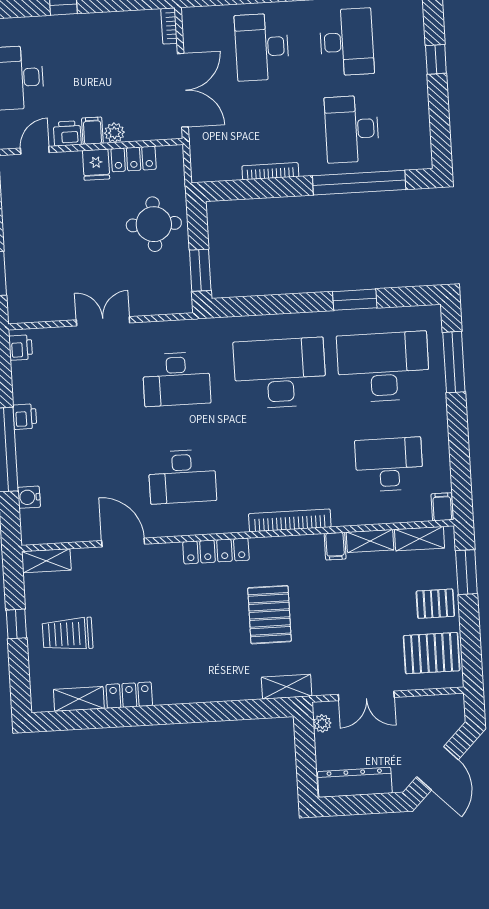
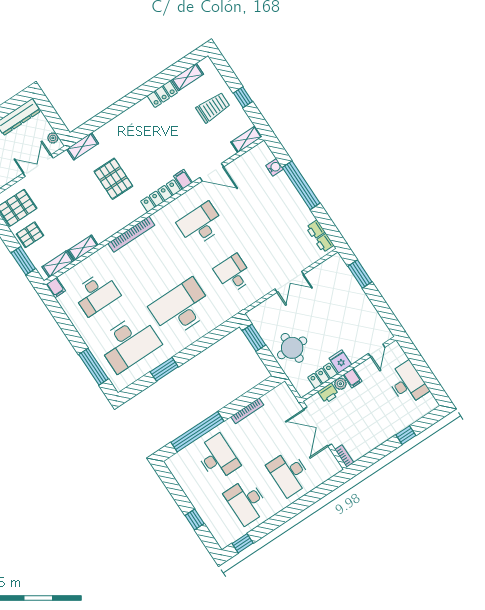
desk: (262, 47) -> (289, 473), turned 180
printer: (67, 133) -> (328, 393), moved
desk: (280, 373) -> (181, 308), turned 180
desk: (177, 379) -> (233, 274), width x0.73
printer: (25, 417) -> (315, 230), moved
filing cabinet: (335, 546) -> (183, 179), moved

